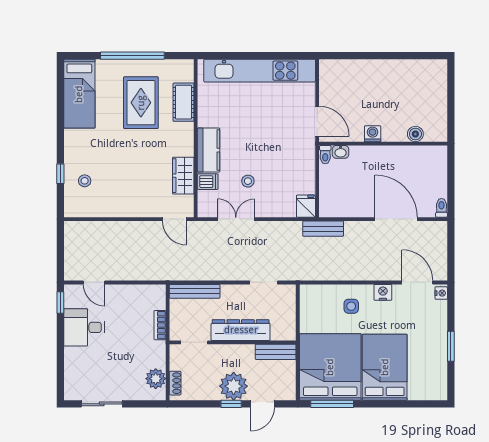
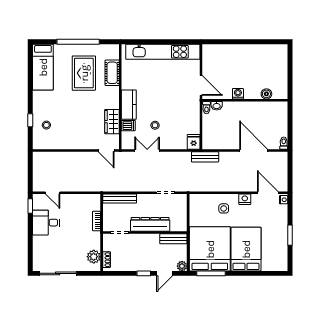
plant: (234, 386) -> (182, 266), moved, width x0.53, depth x0.53
sliding door: (102, 404) -> (58, 273), width x1.37

